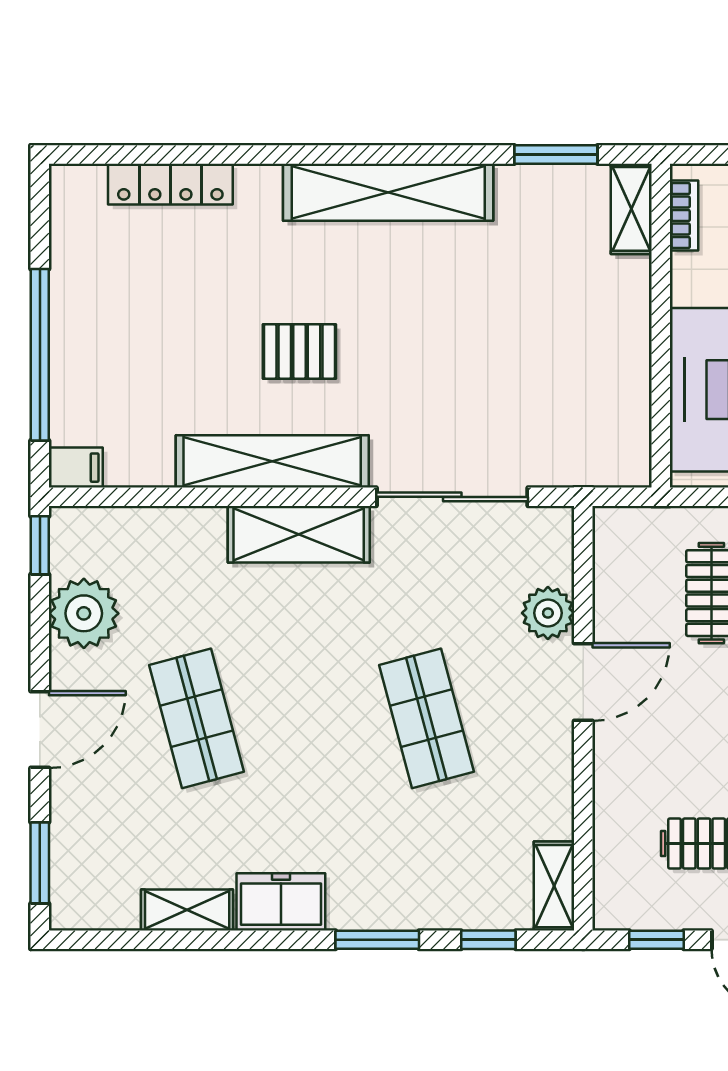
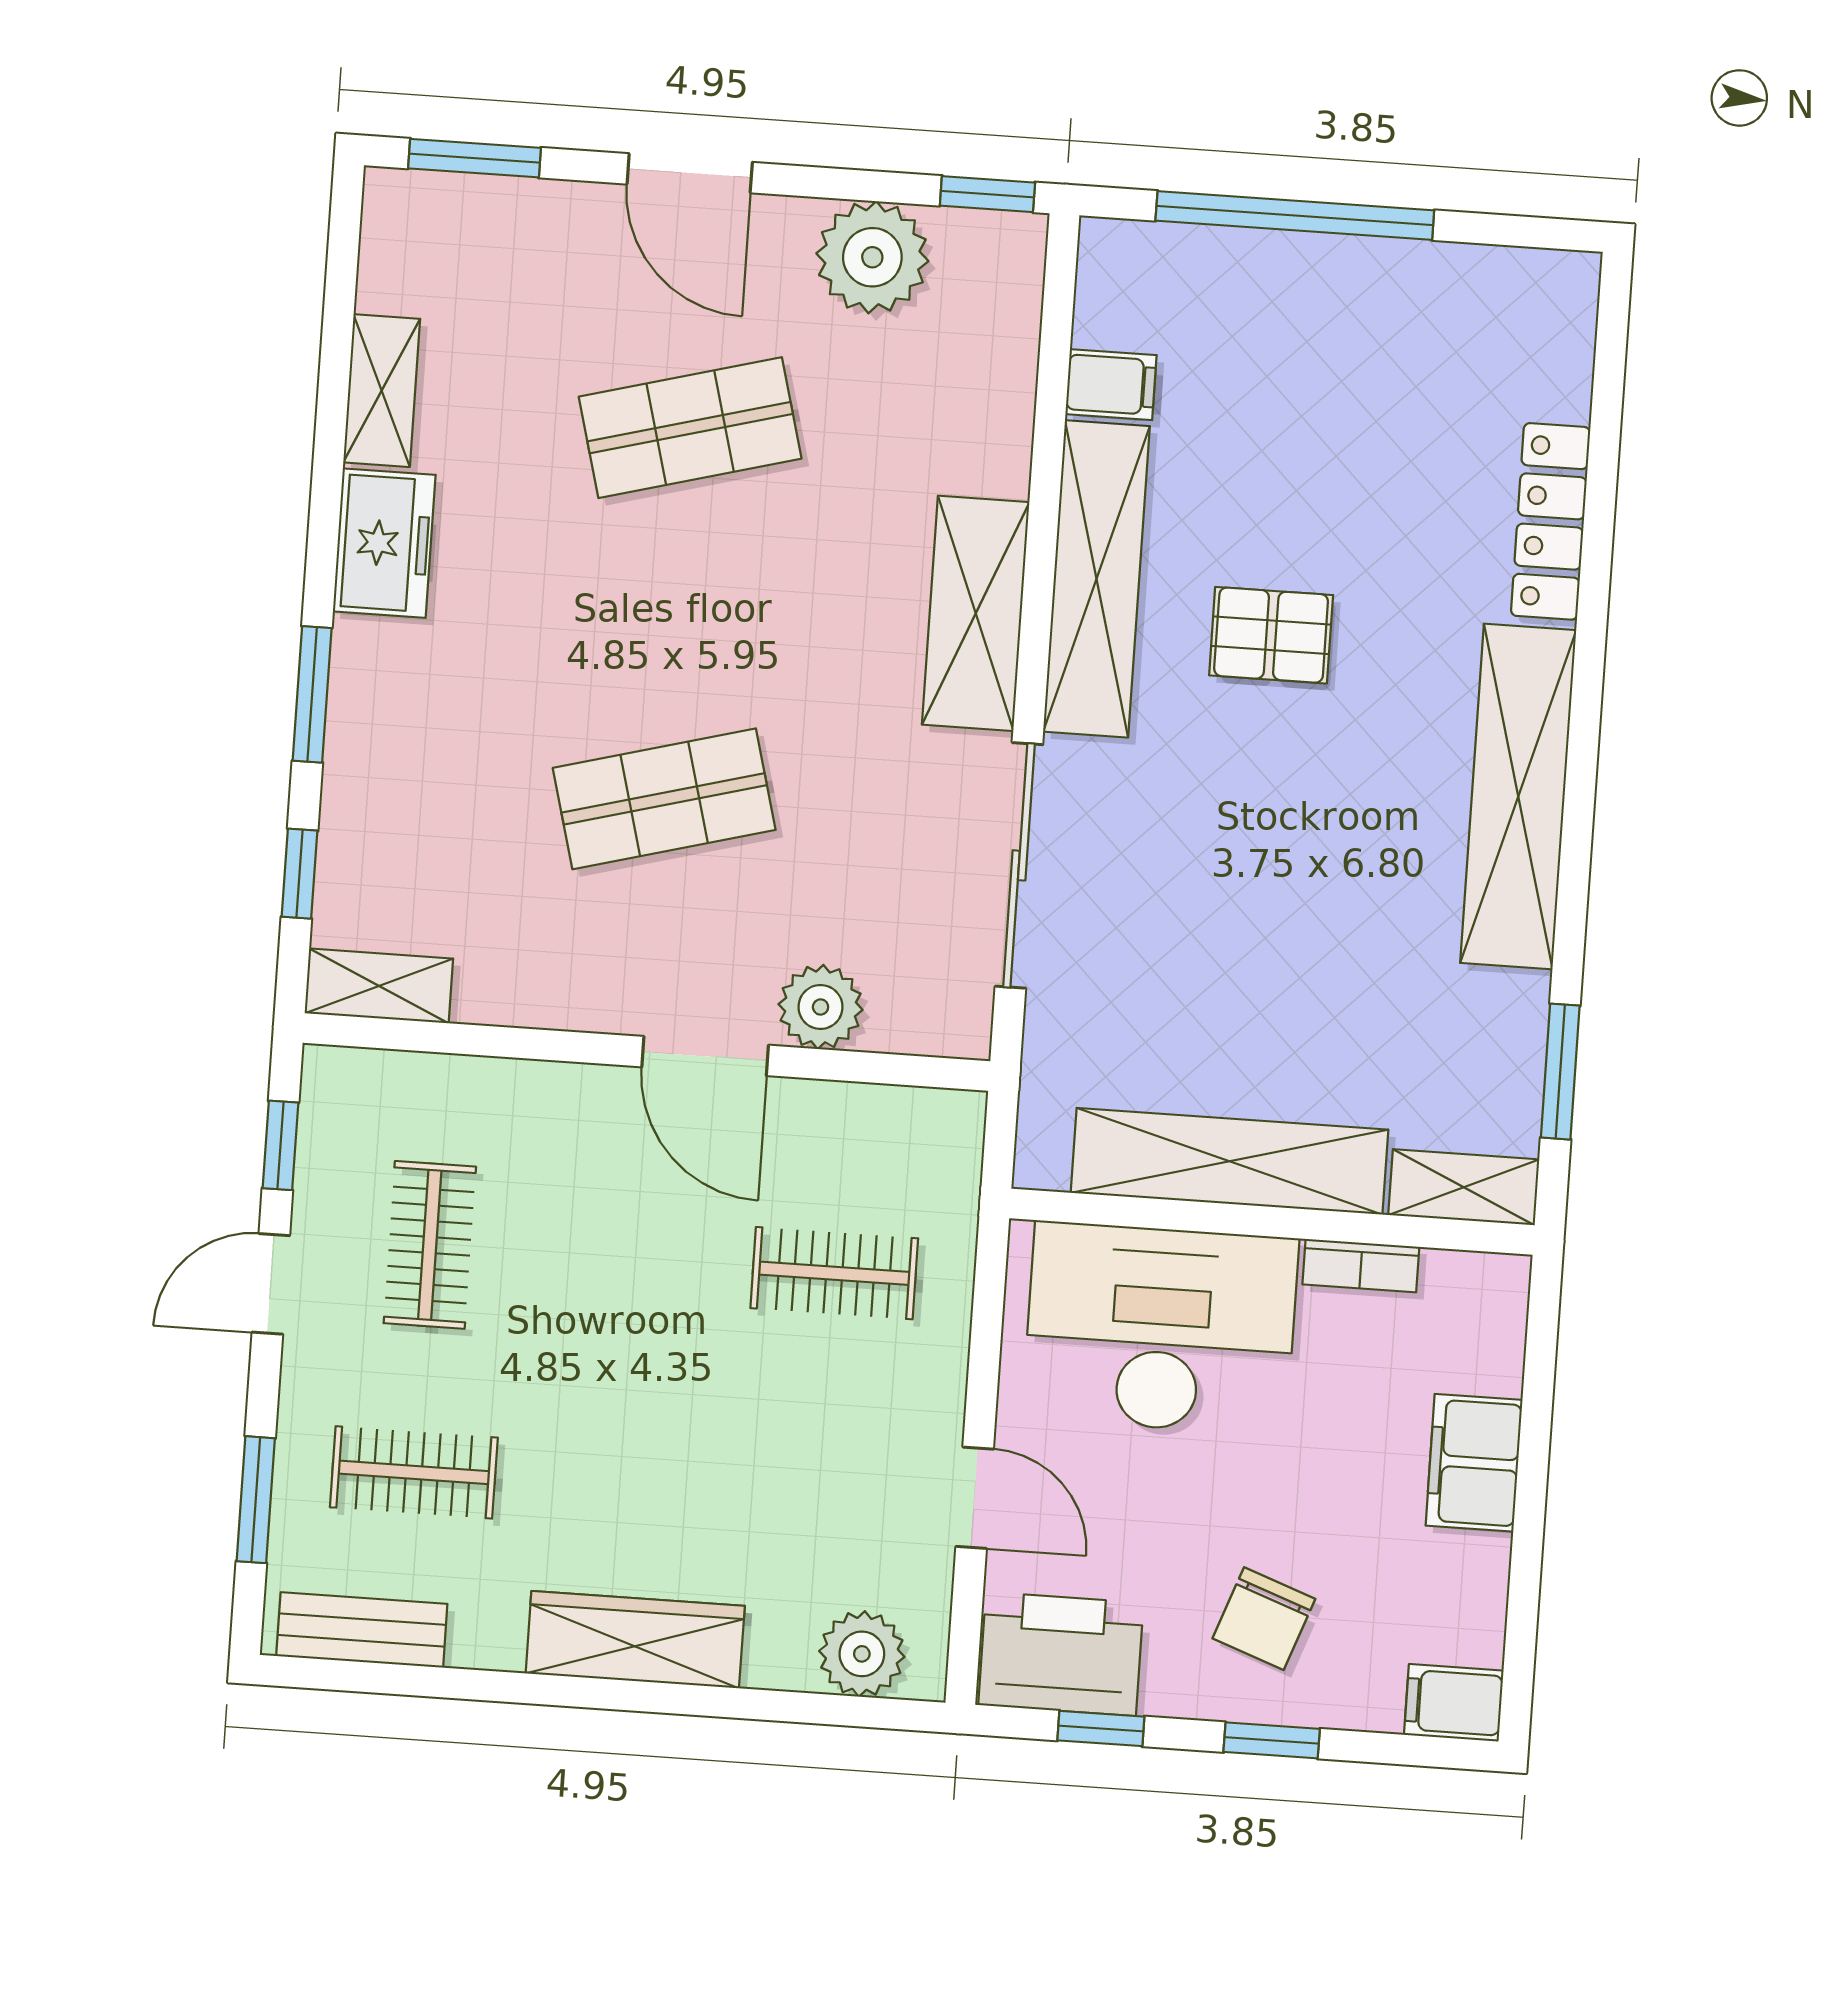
locker: (170, 184) -> (1551, 521), moved
bookcase: (684, 216) -> (1361, 1266), moved
pallet: (299, 351) -> (1271, 635), turned 90
shelving: (625, 354) -> (1229, 1161), added
filing cabinet: (76, 468) -> (1111, 385), moved, turned -90

